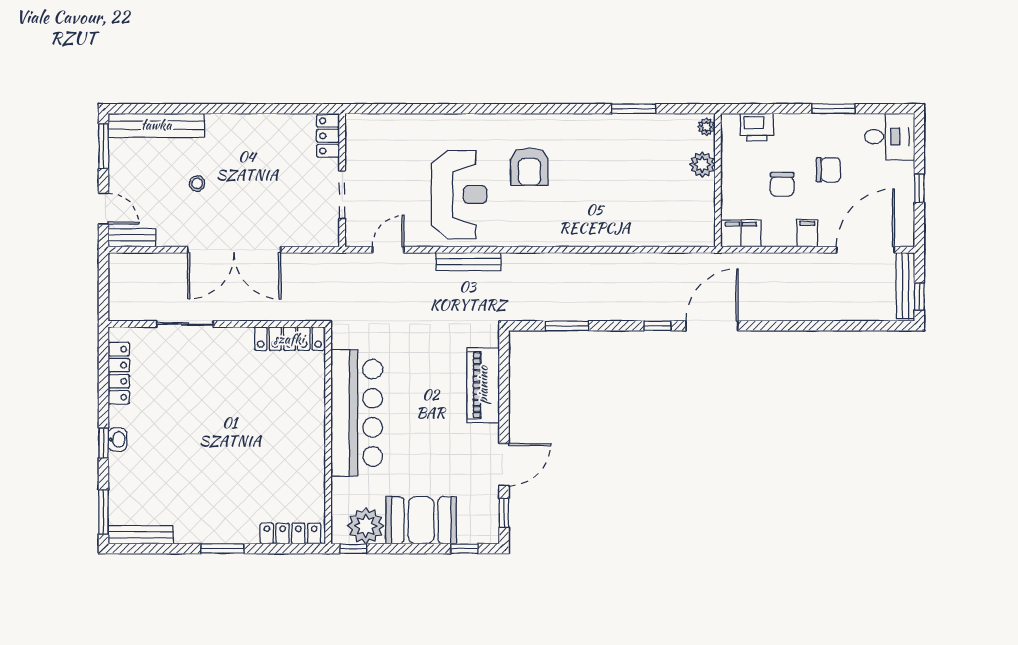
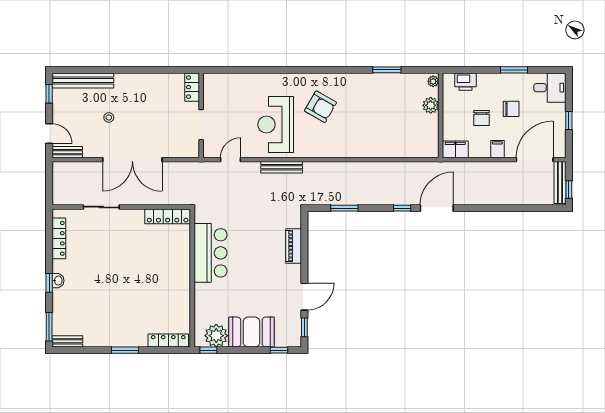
window: (104, 146) -> (49, 94), width x0.67
armchair: (529, 167) -> (320, 107), turned -60
reception desk: (459, 194) -> (276, 124), turned 180
piano: (483, 385) -> (294, 246), width x0.73, depth x0.75
bar counter: (357, 413) -> (210, 253), width x0.73
bench: (141, 535) -> (67, 341), width x0.73

